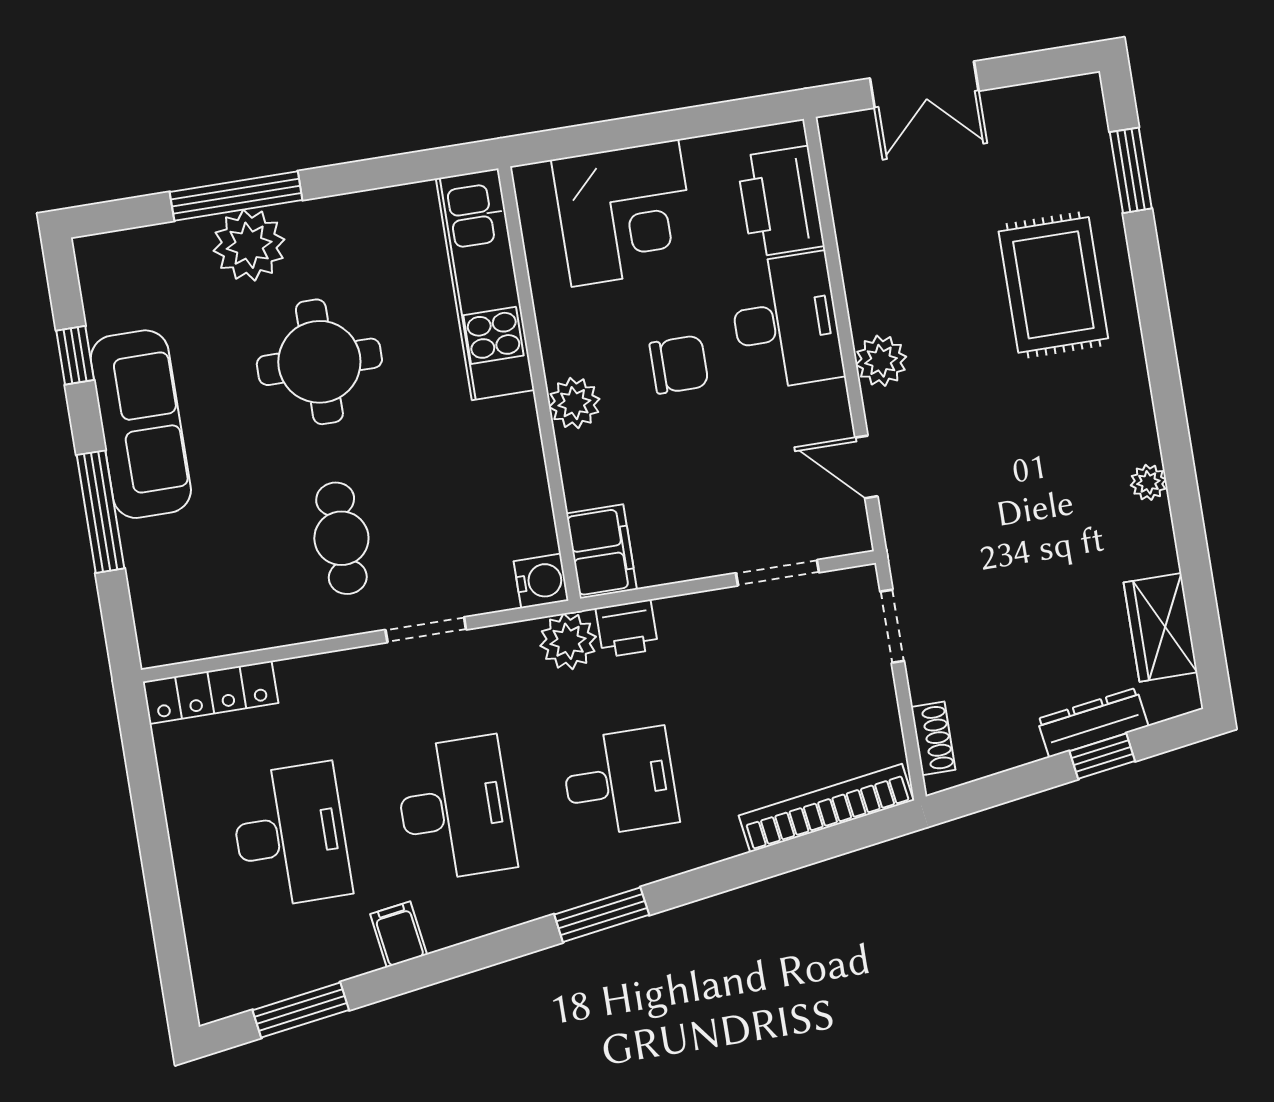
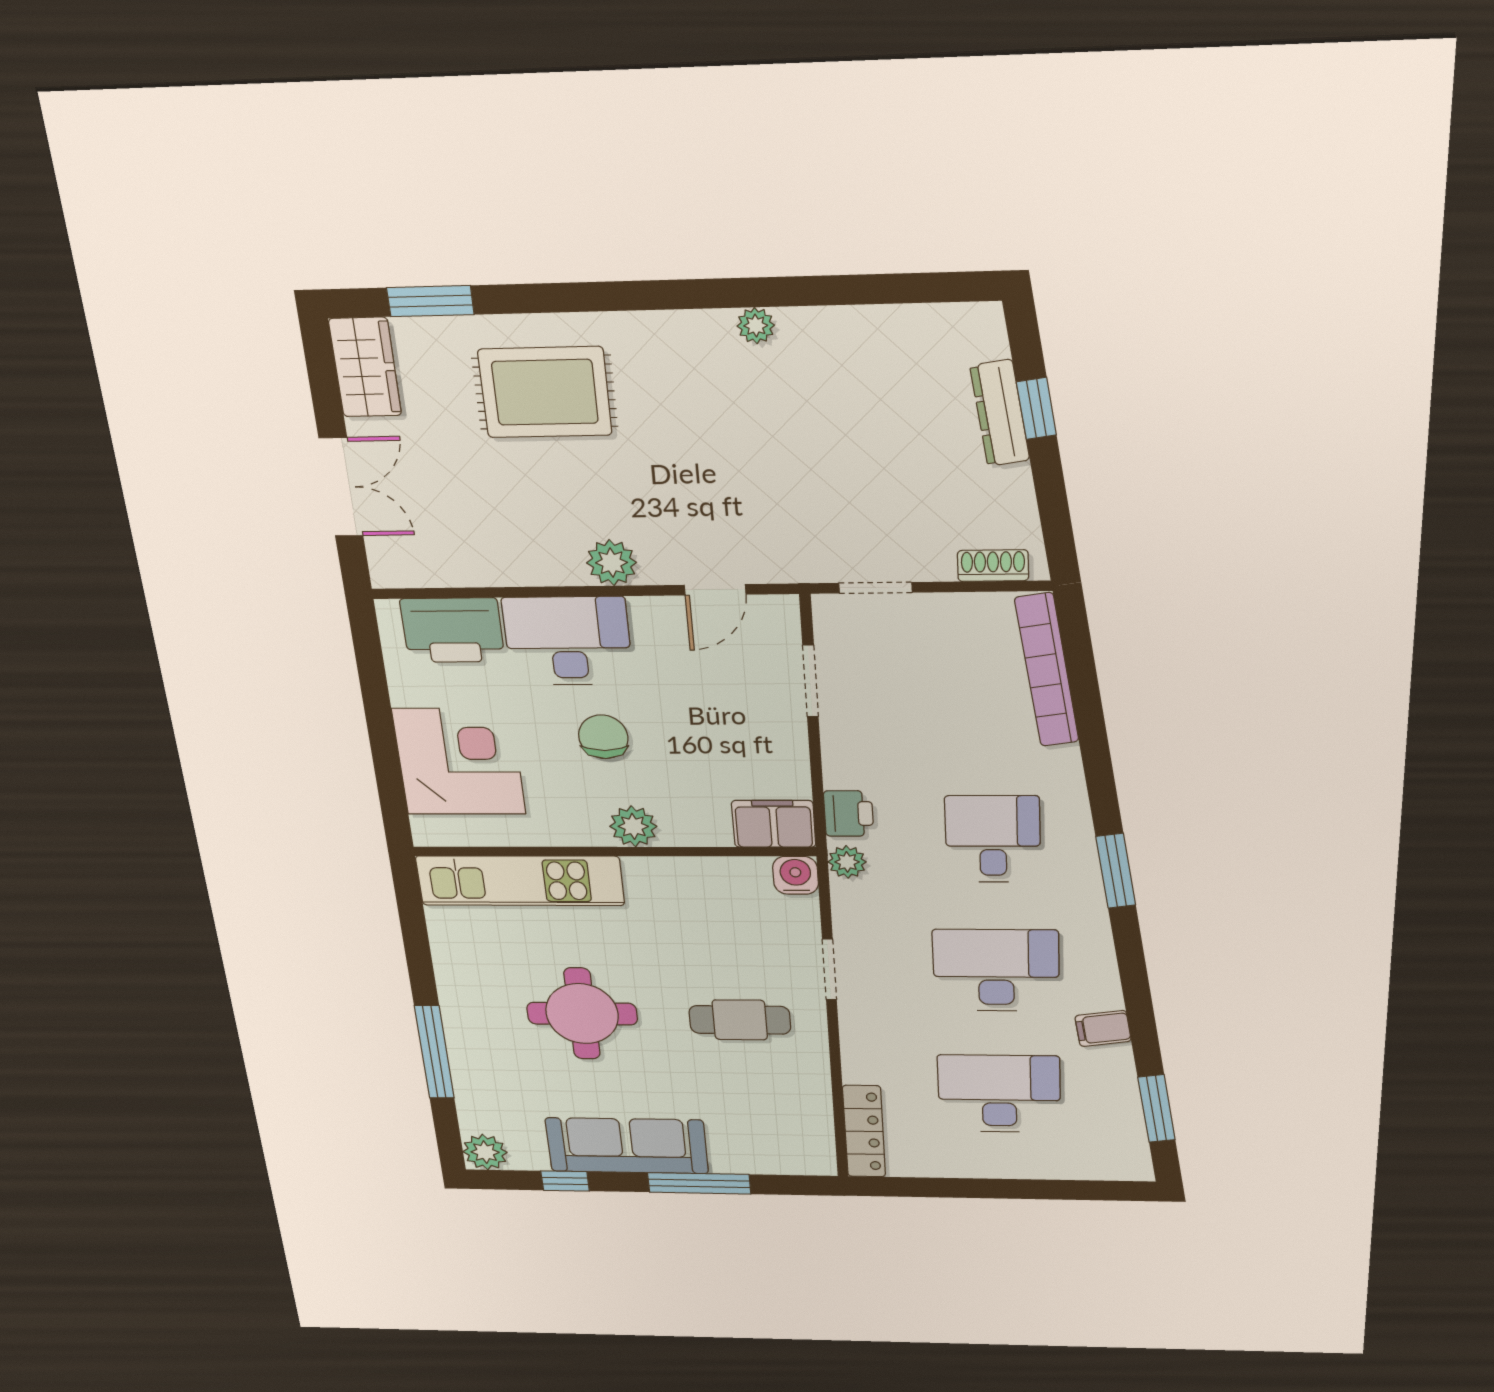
plant: (249, 245) -> (485, 1152), moved, width x0.73, depth x0.73
wardrobe: (1161, 627) -> (365, 367), moved, turned -90
plant: (568, 641) -> (847, 862), width x0.73, depth x0.73

